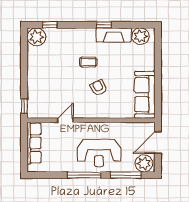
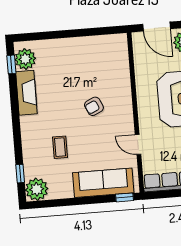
window: (104, 25) -> (11, 64), moved
coffee table: (88, 62) -> (60, 147), moved
sofa: (145, 95) -> (103, 183), moved, turned 180

